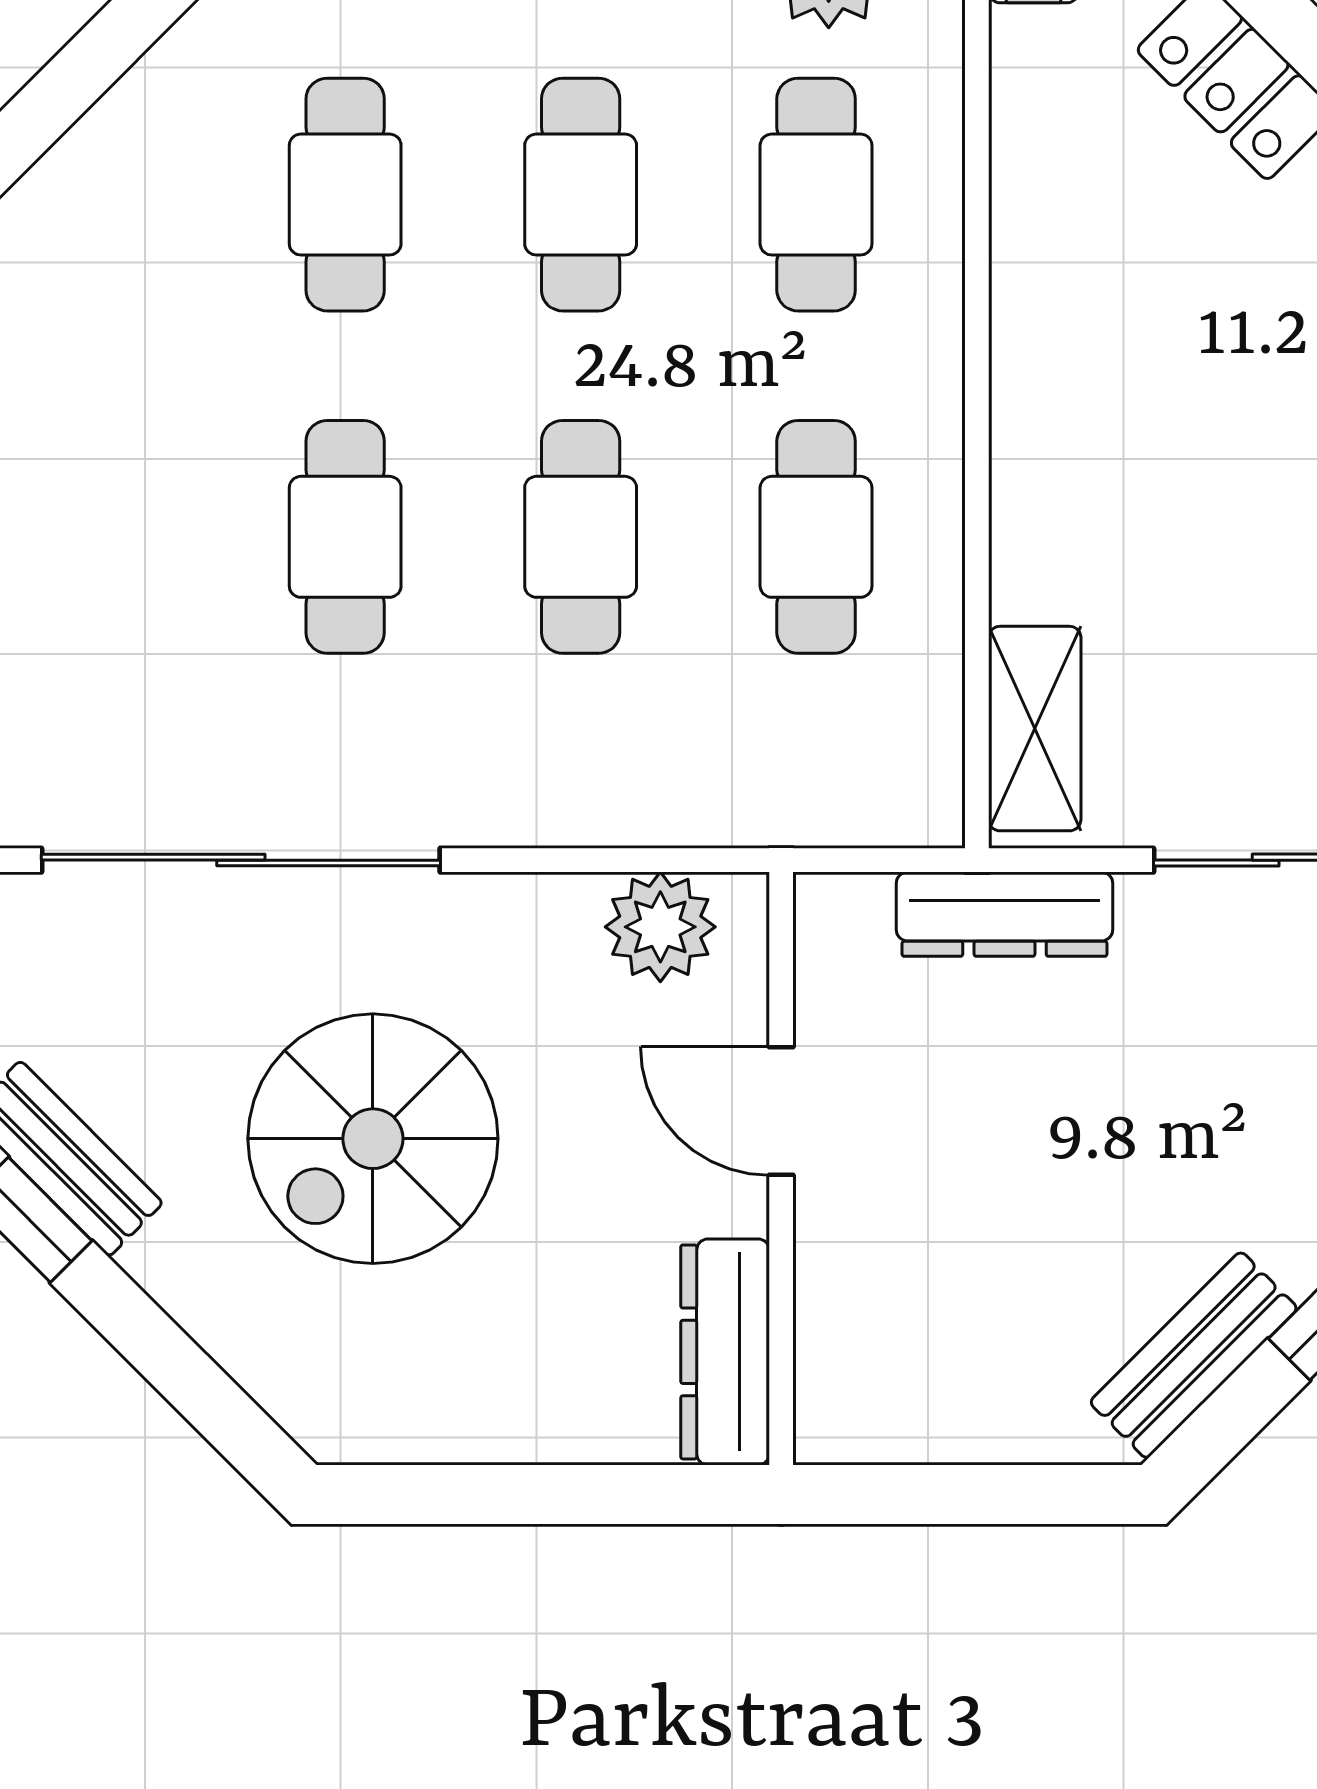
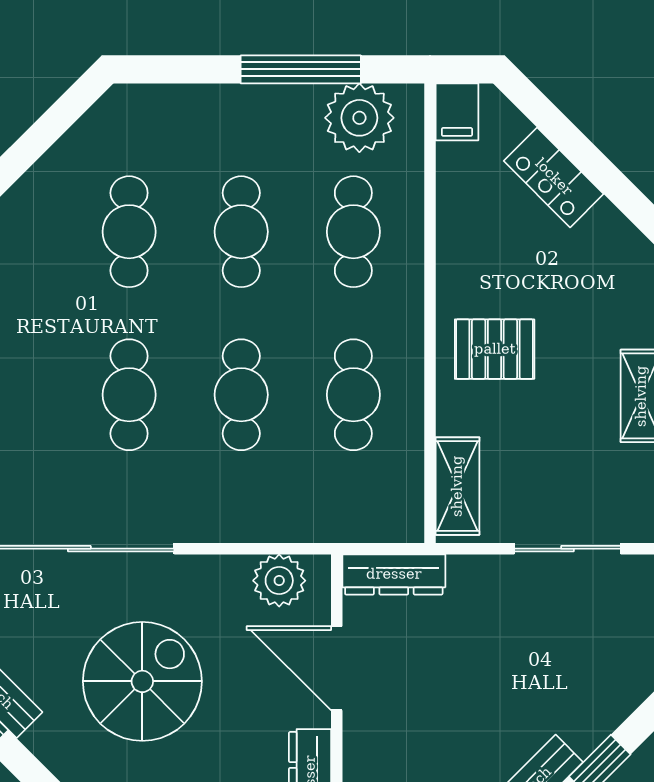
pallet: (1112, 441) -> (495, 349), added
dresser: (1004, 914) -> (394, 574), moved
door: (781, 1111) -> (337, 668), width x1.38
spiral stairs: (373, 1139) -> (142, 681), turned 180

